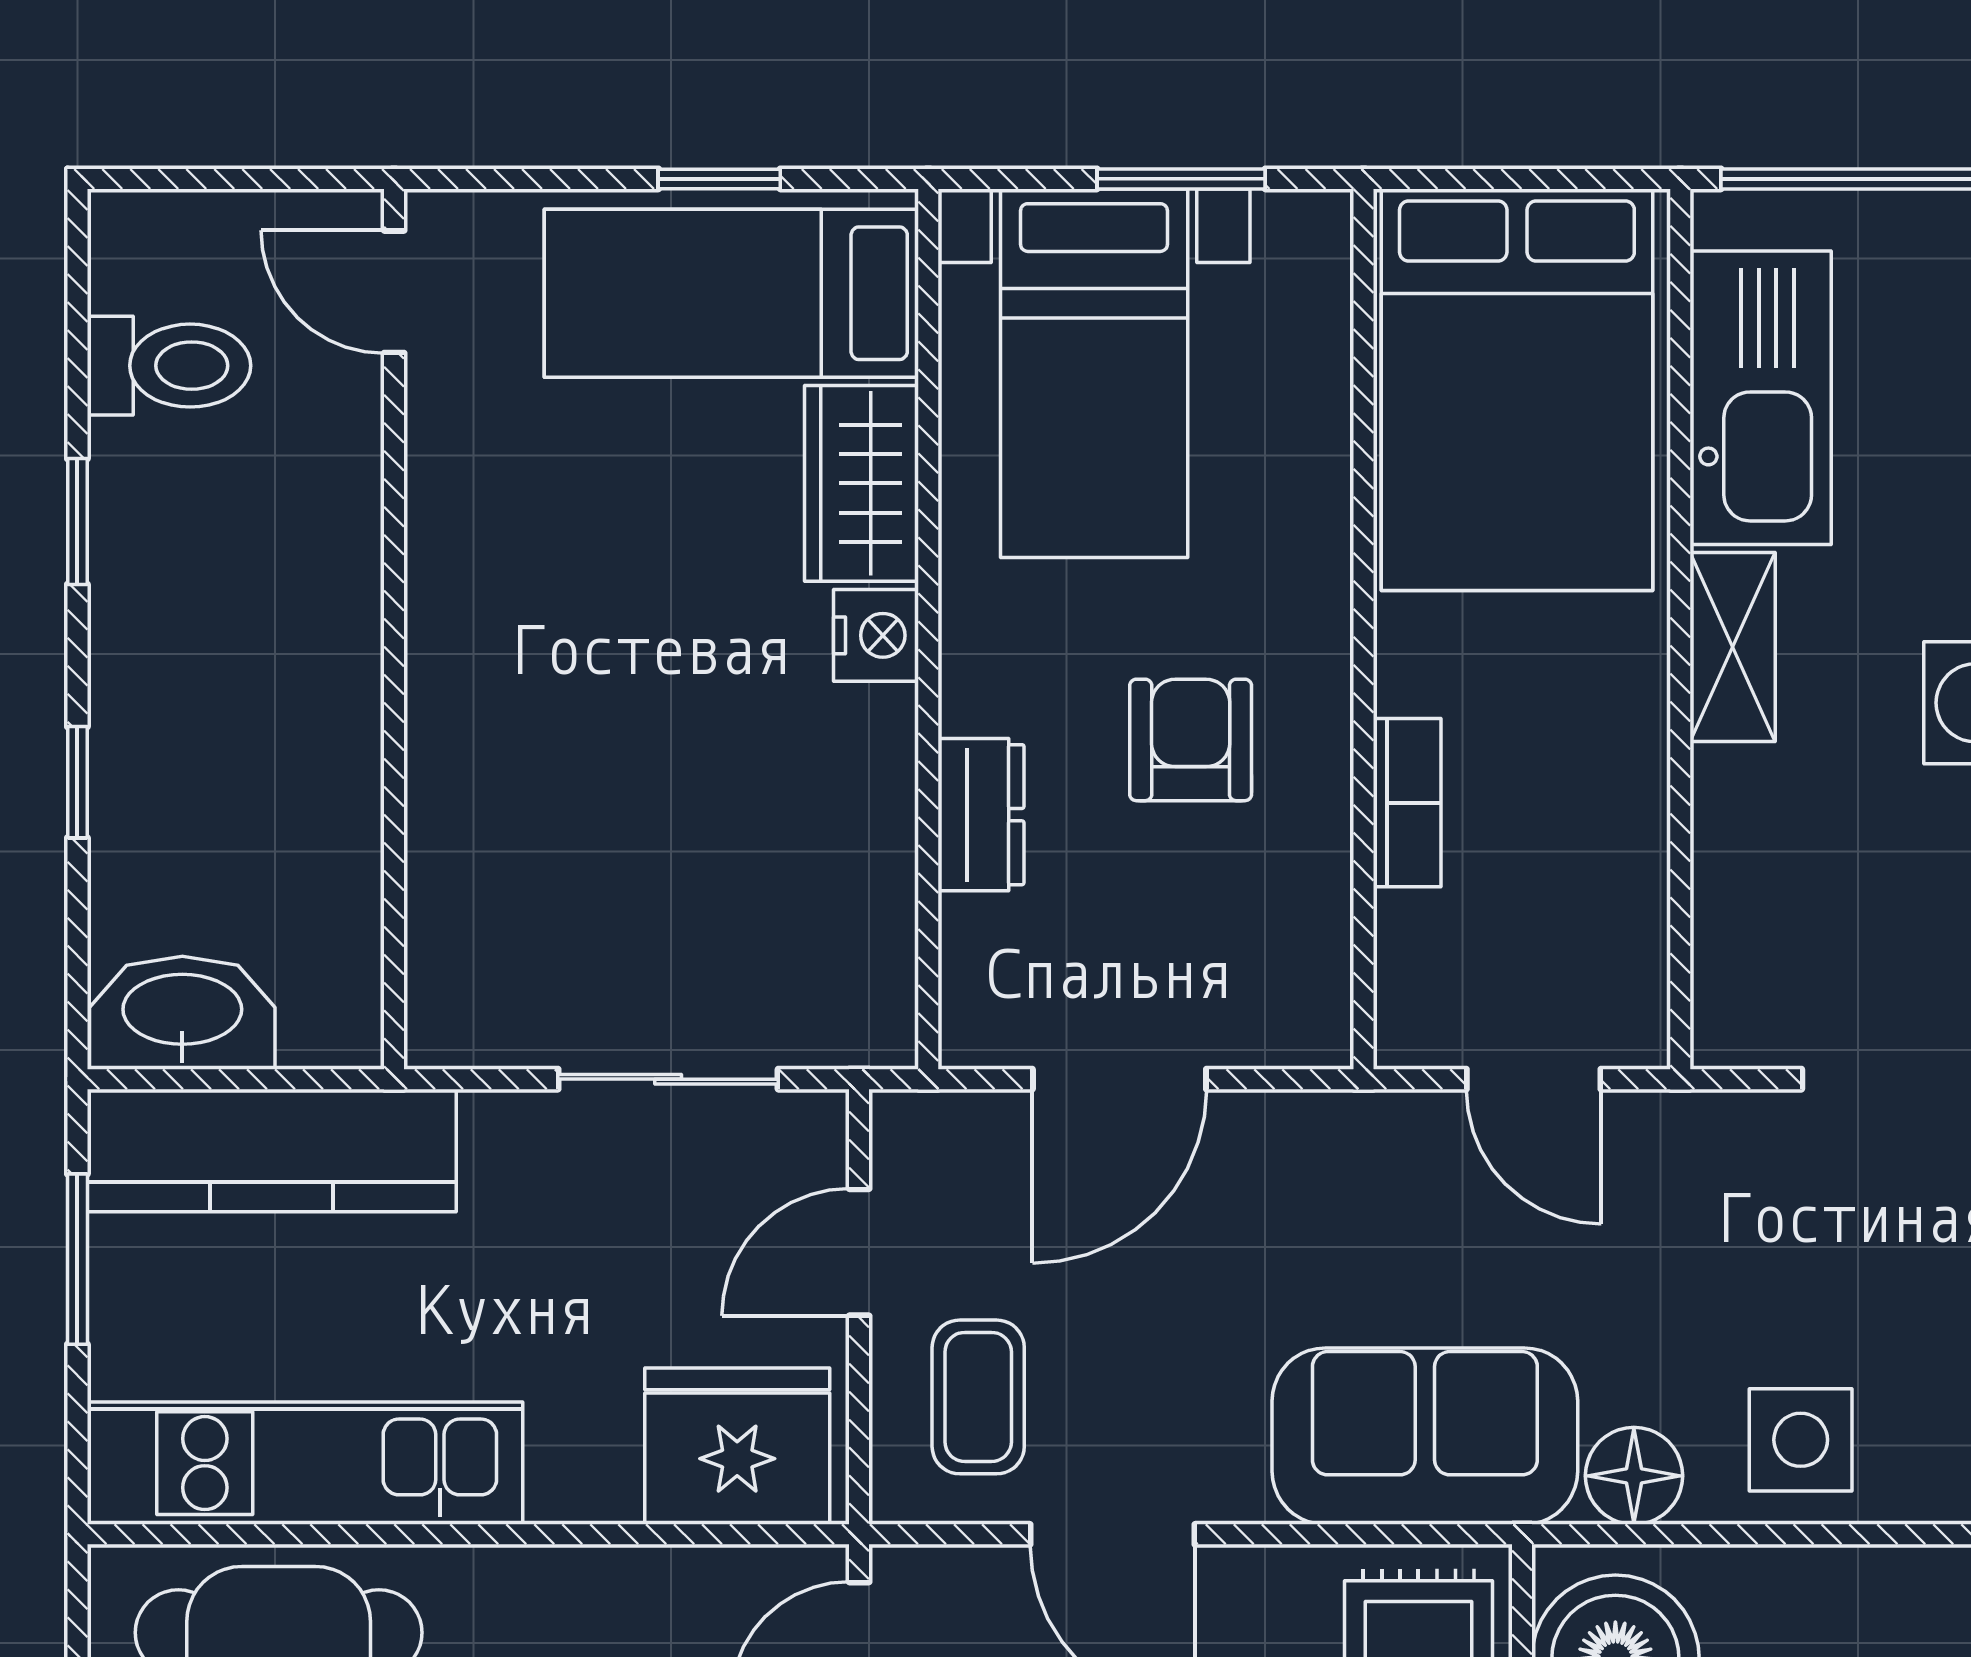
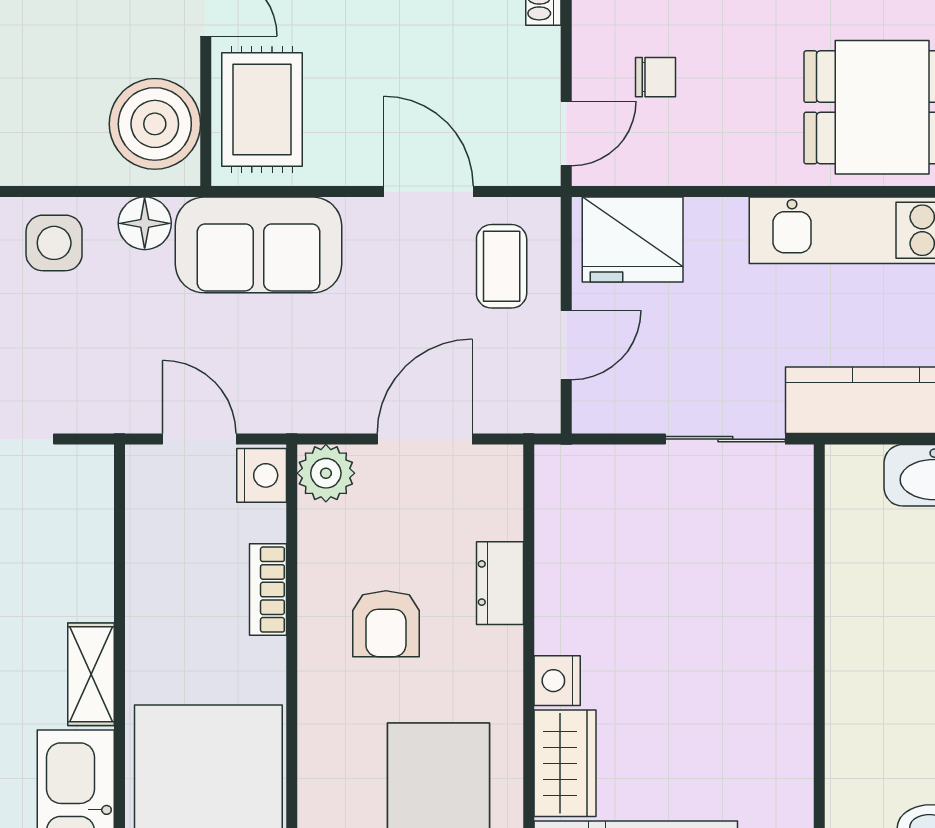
nightstand: (1419, 1013) -> (262, 475), added
plant: (1301, 1017) -> (326, 473), added
sliding door: (668, 1079) -> (725, 439), moved

